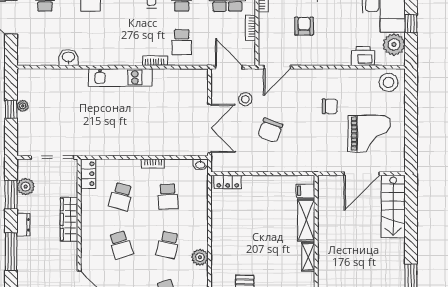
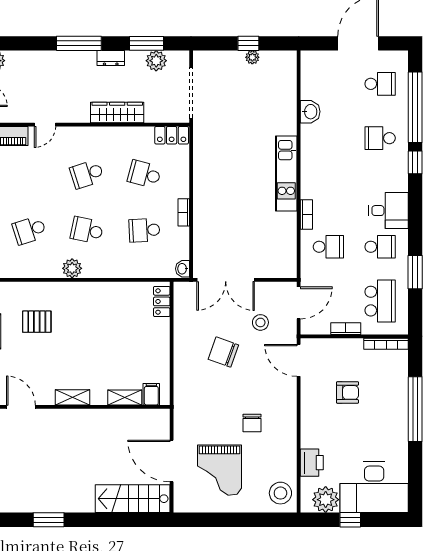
school desk: (182, 42) -> (328, 247), turned 180
shelving: (306, 220) -> (125, 397), width x0.67, depth x0.75

